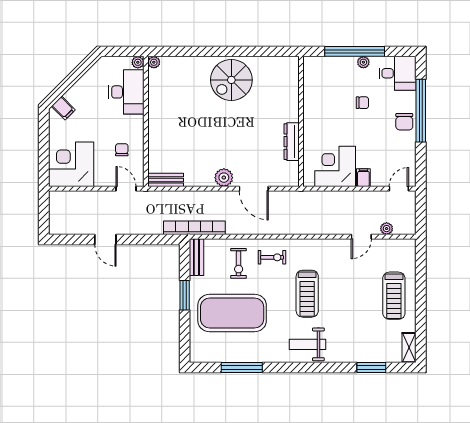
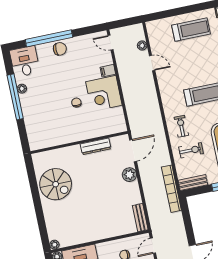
chair: (362, 103) -> (76, 103), moved
wall: (301, 121) -> (79, 142), moved
dresser: (292, 142) -> (96, 146), moved

